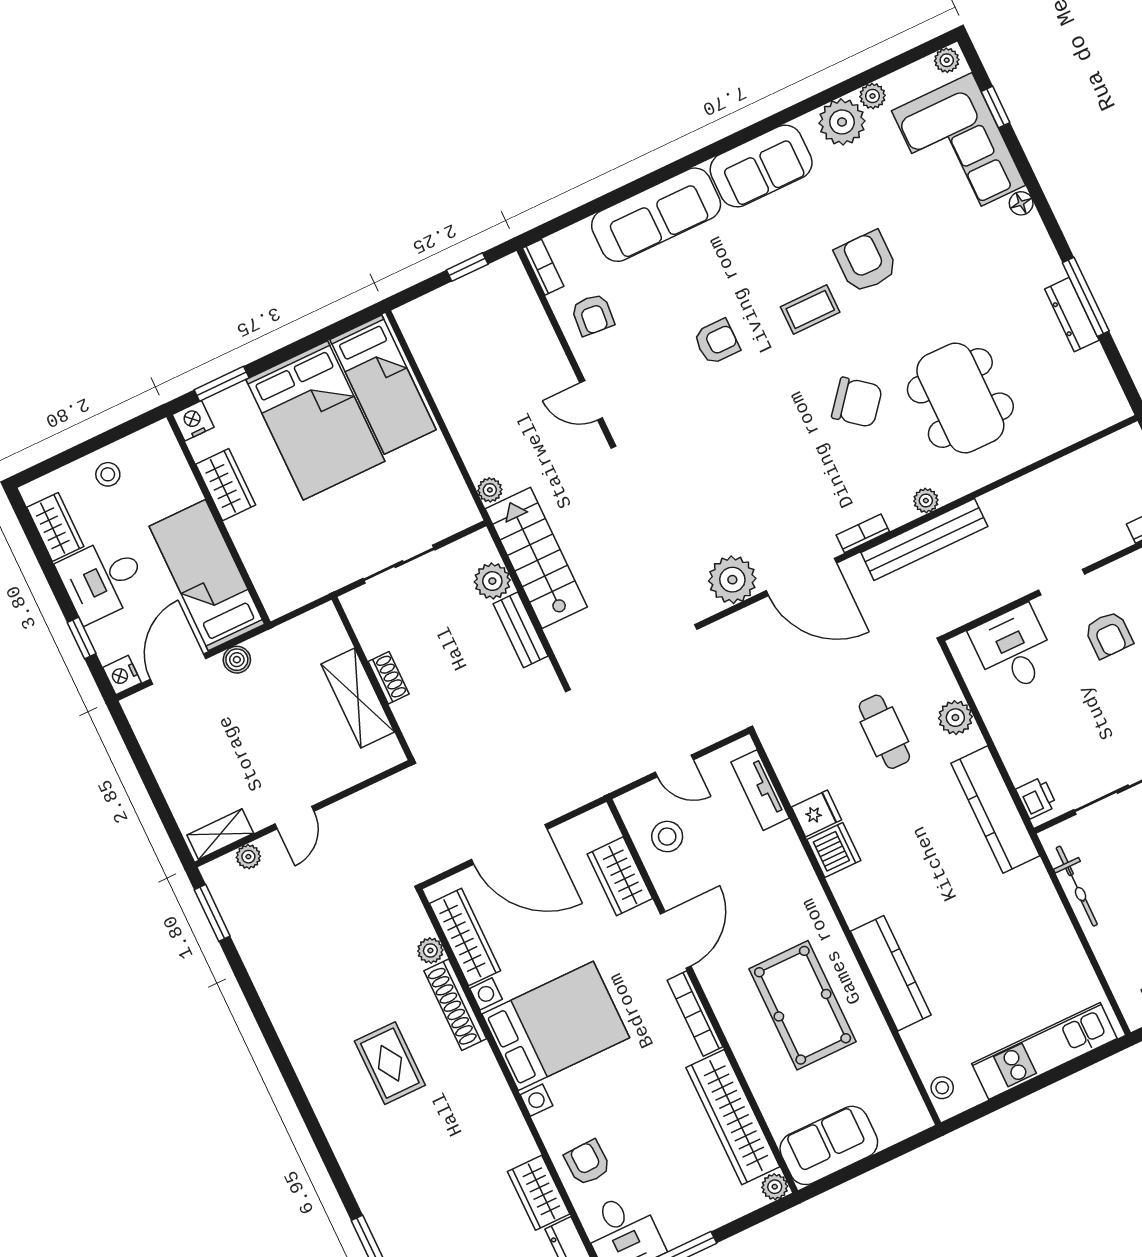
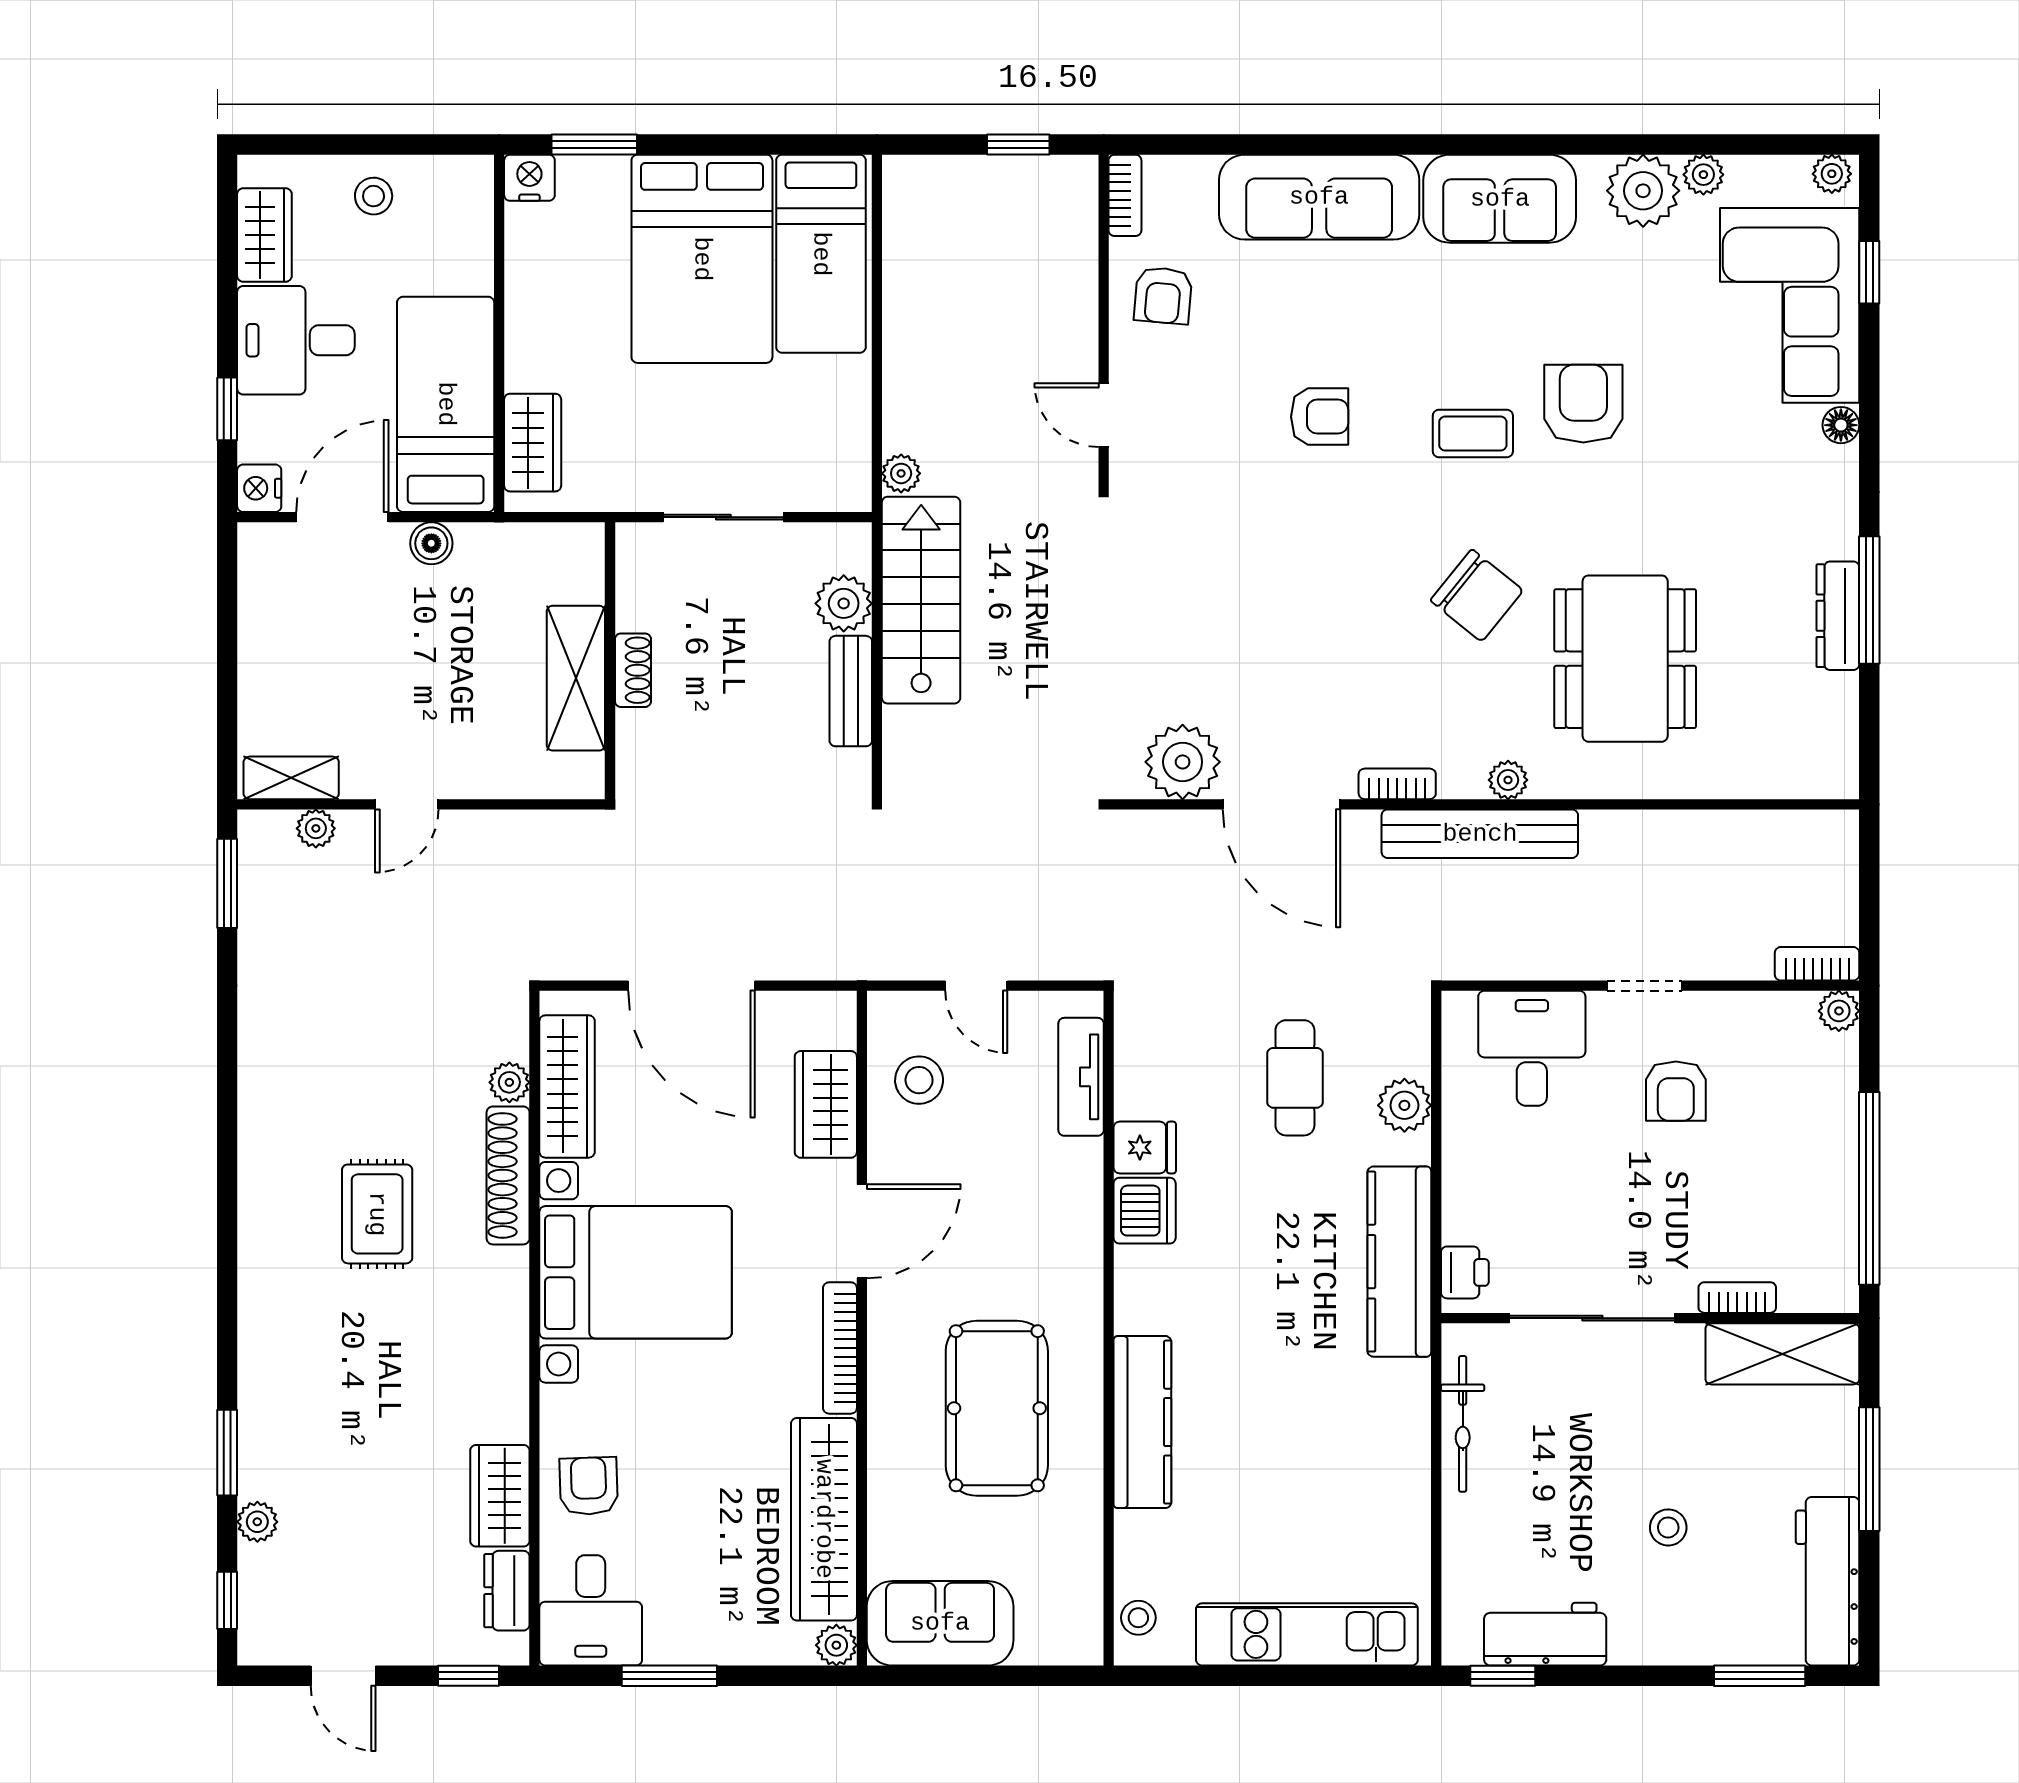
wardrobe: (226, 485) -> (533, 443), moved

